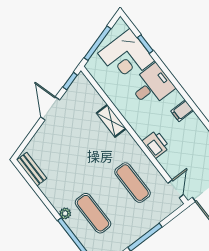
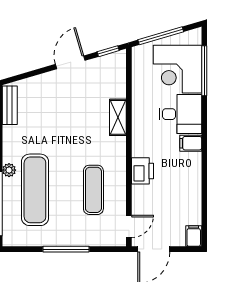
window: (145, 44) -> (204, 71), width x2.17
filing cabinet: (182, 111) -> (191, 143), moved
exercise mat: (93, 213) -> (35, 190), width x1.36, depth x1.45

